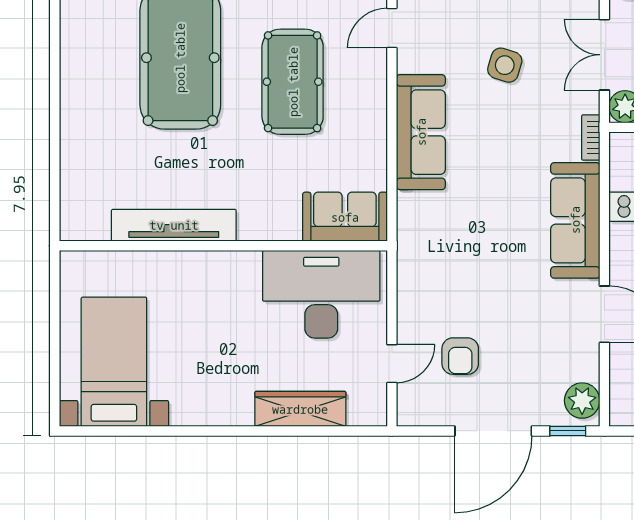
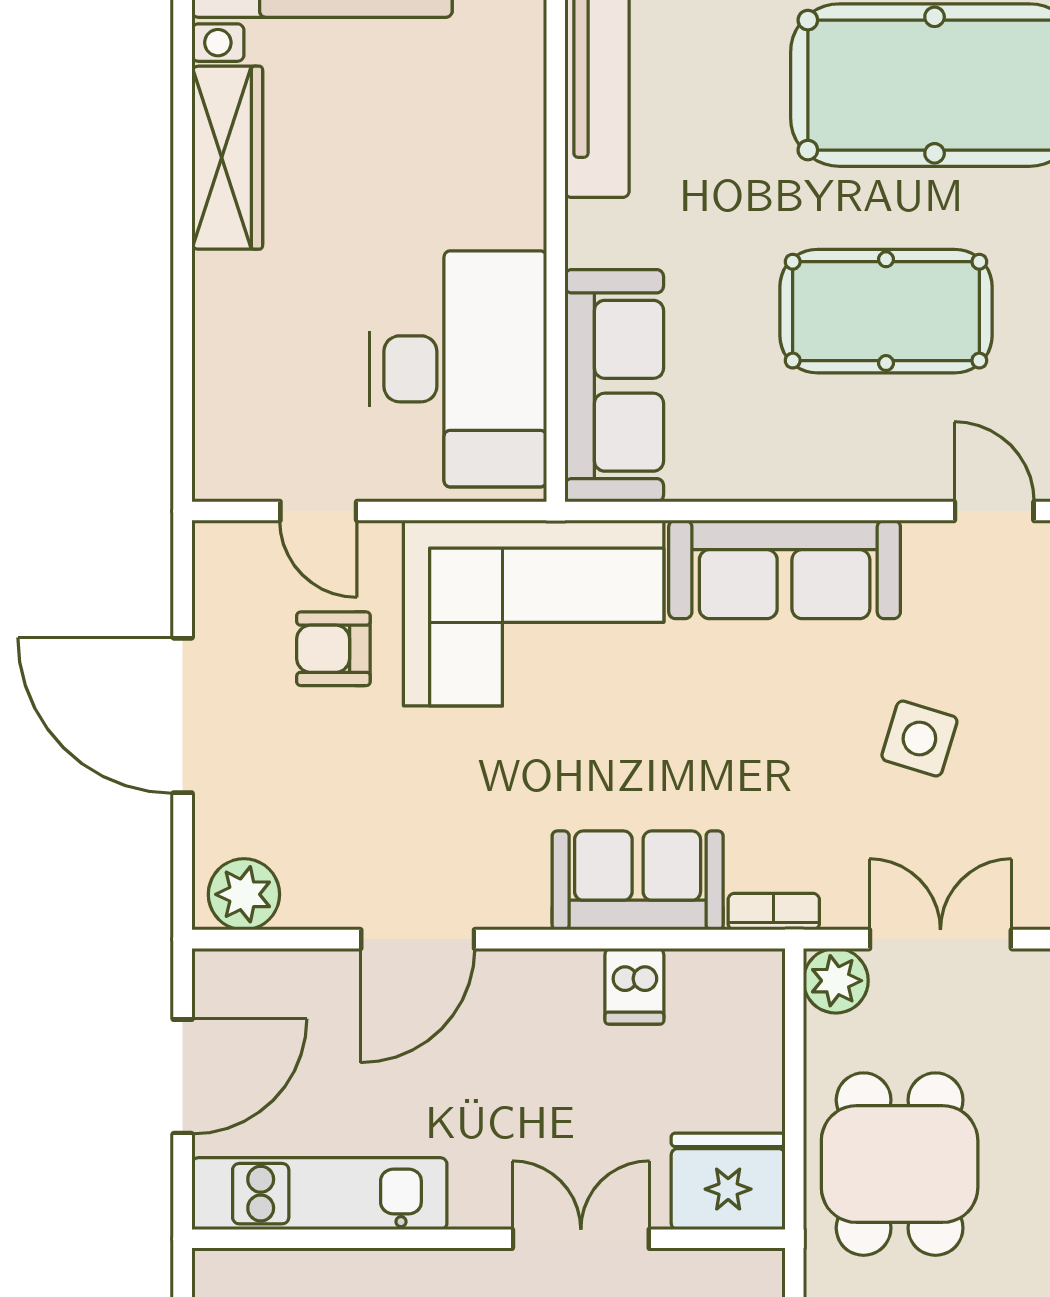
sofa: (345, 217) -> (614, 386), width x1.36
sofa: (575, 220) -> (638, 880), width x0.73
corner sofa: (442, 257) -> (534, 613), added
wardrobe: (300, 409) -> (227, 158), moved
window: (568, 431) -> (183, 865), removed

